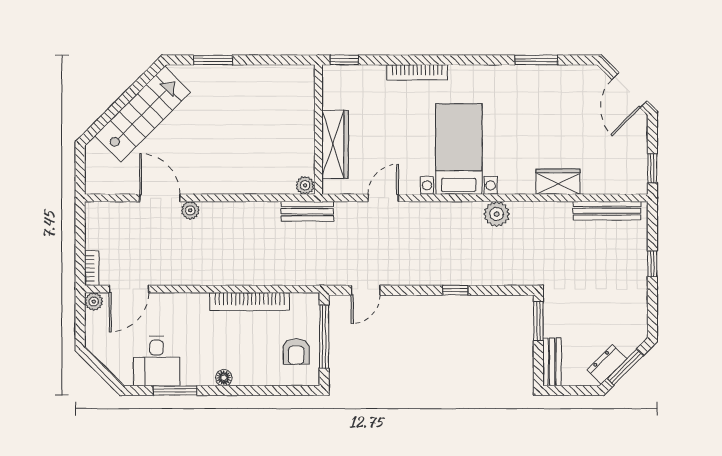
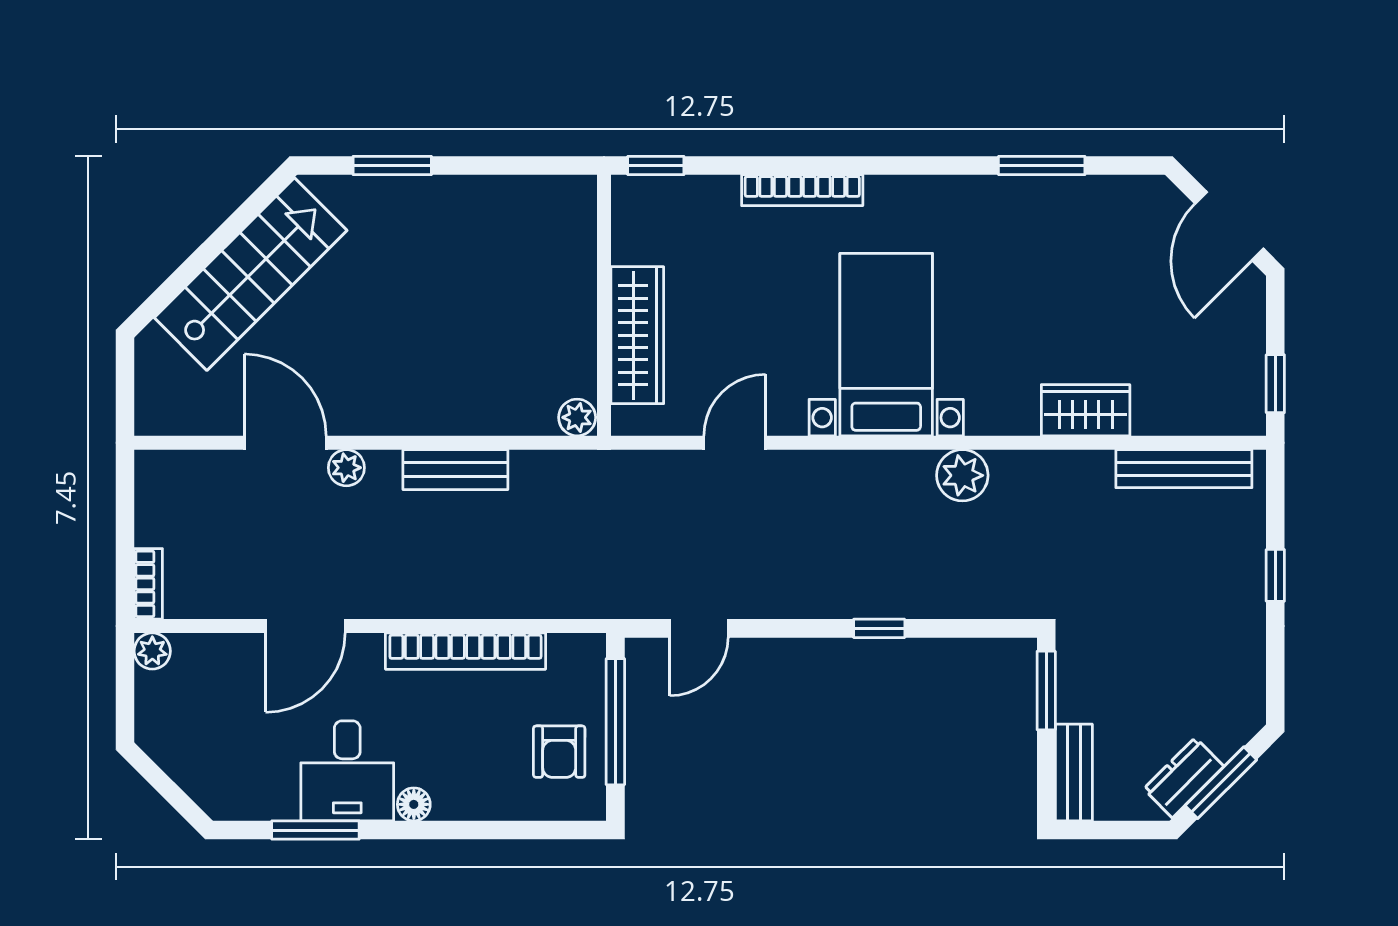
bench: (307, 211) -> (455, 470), moved
door: (129, 289) -> (305, 626), moved
desk: (157, 361) -> (347, 771), moved

